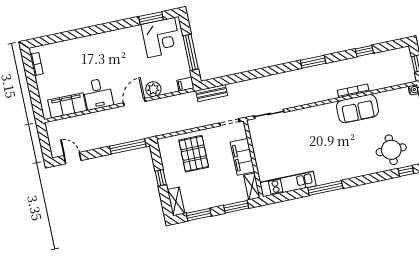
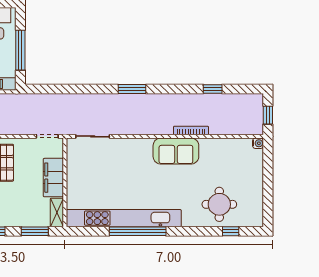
window: (313, 62) -> (132, 89), moved
bench: (212, 93) -> (34, 100), removed
sofa: (357, 109) -> (176, 151), moved
kitchen unit: (288, 184) -> (124, 218), width x1.86
window: (325, 188) -> (138, 231), width x1.46

